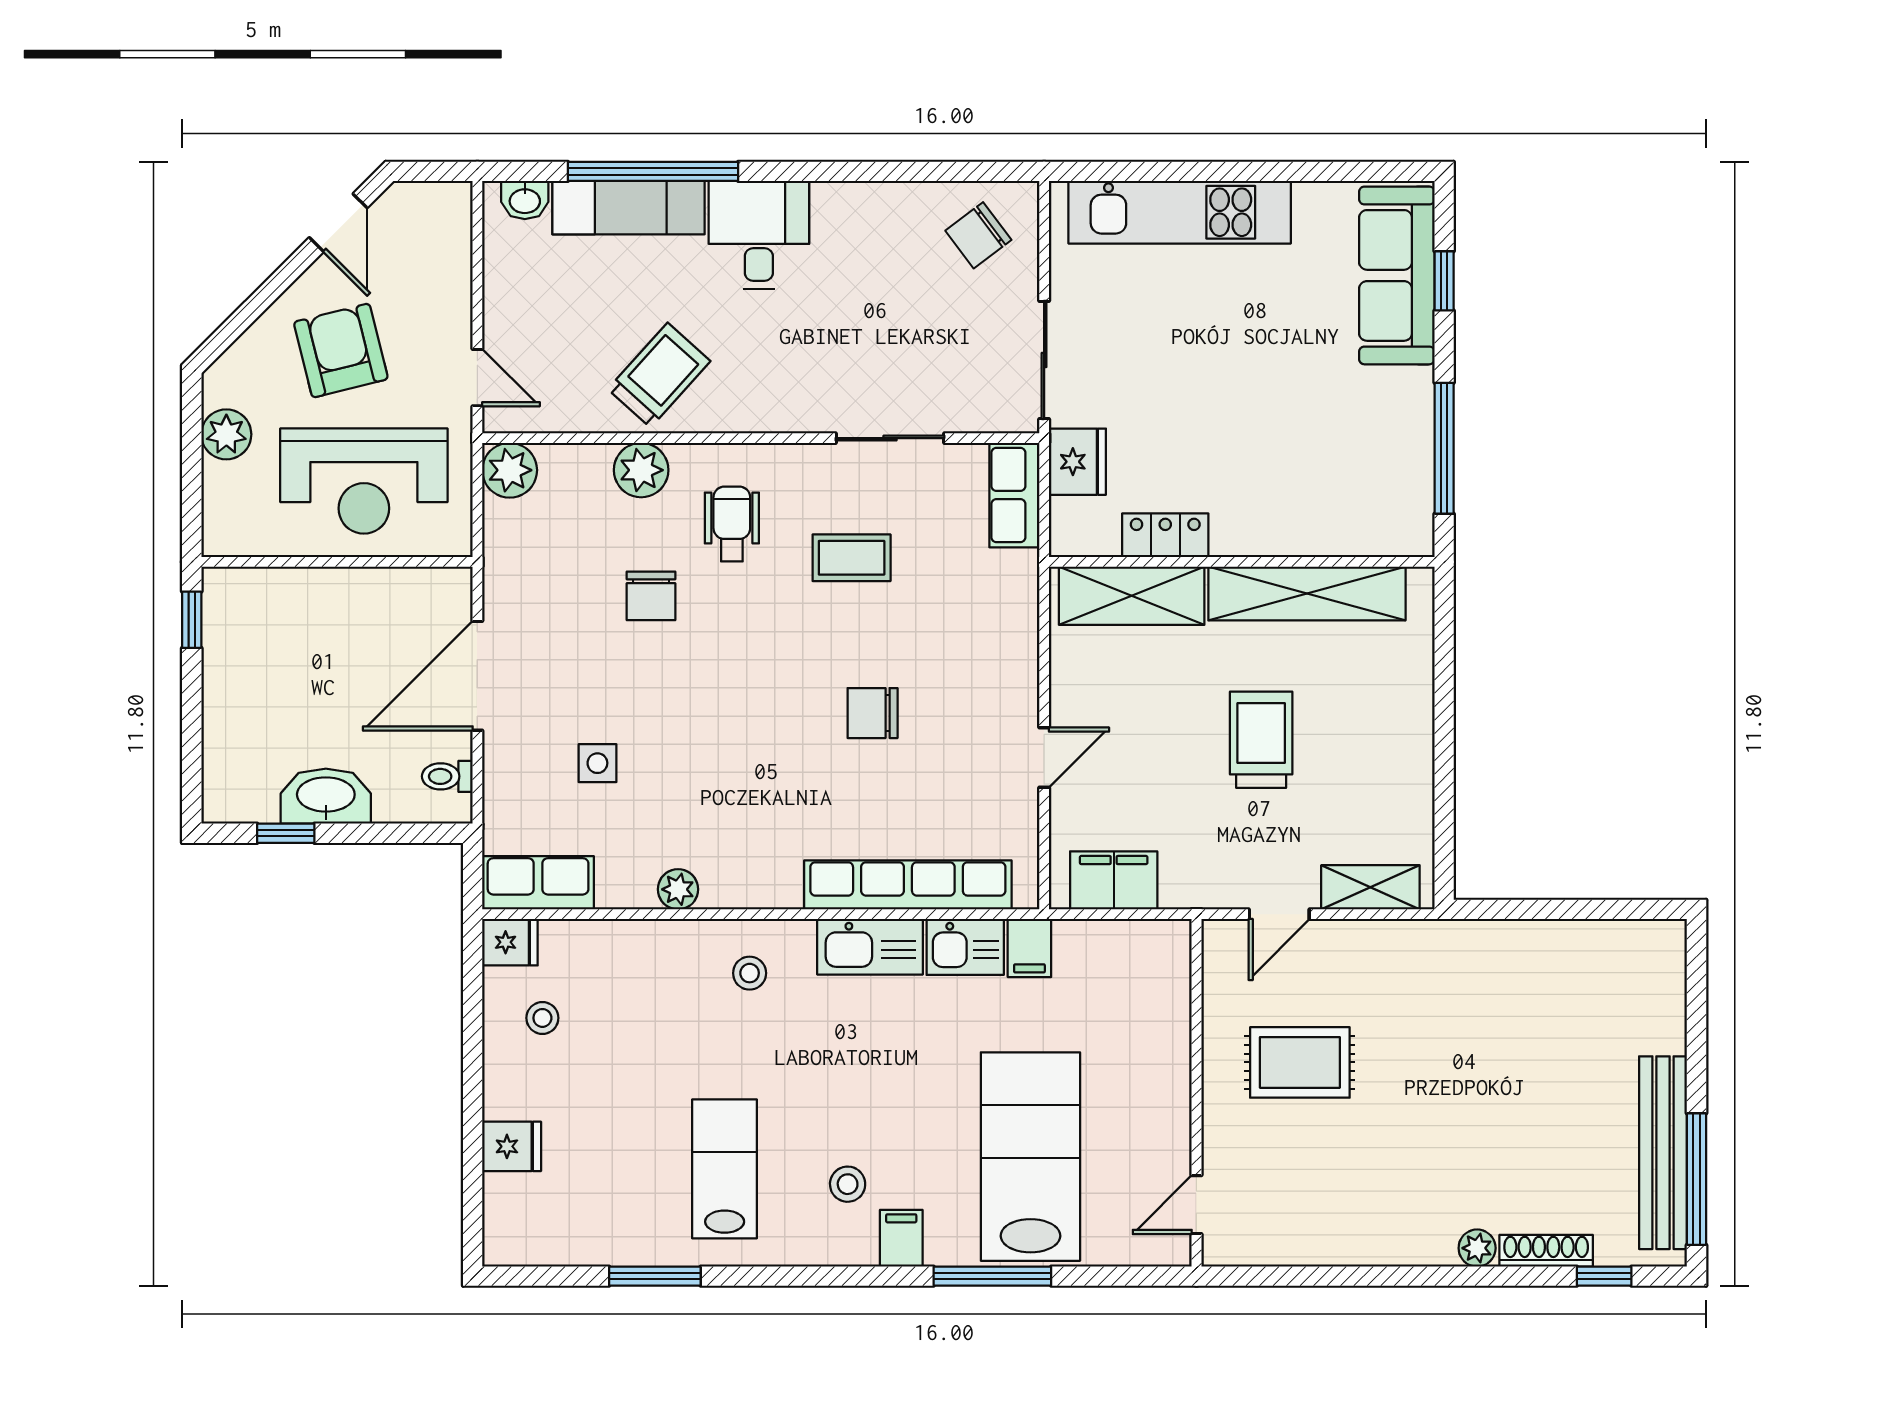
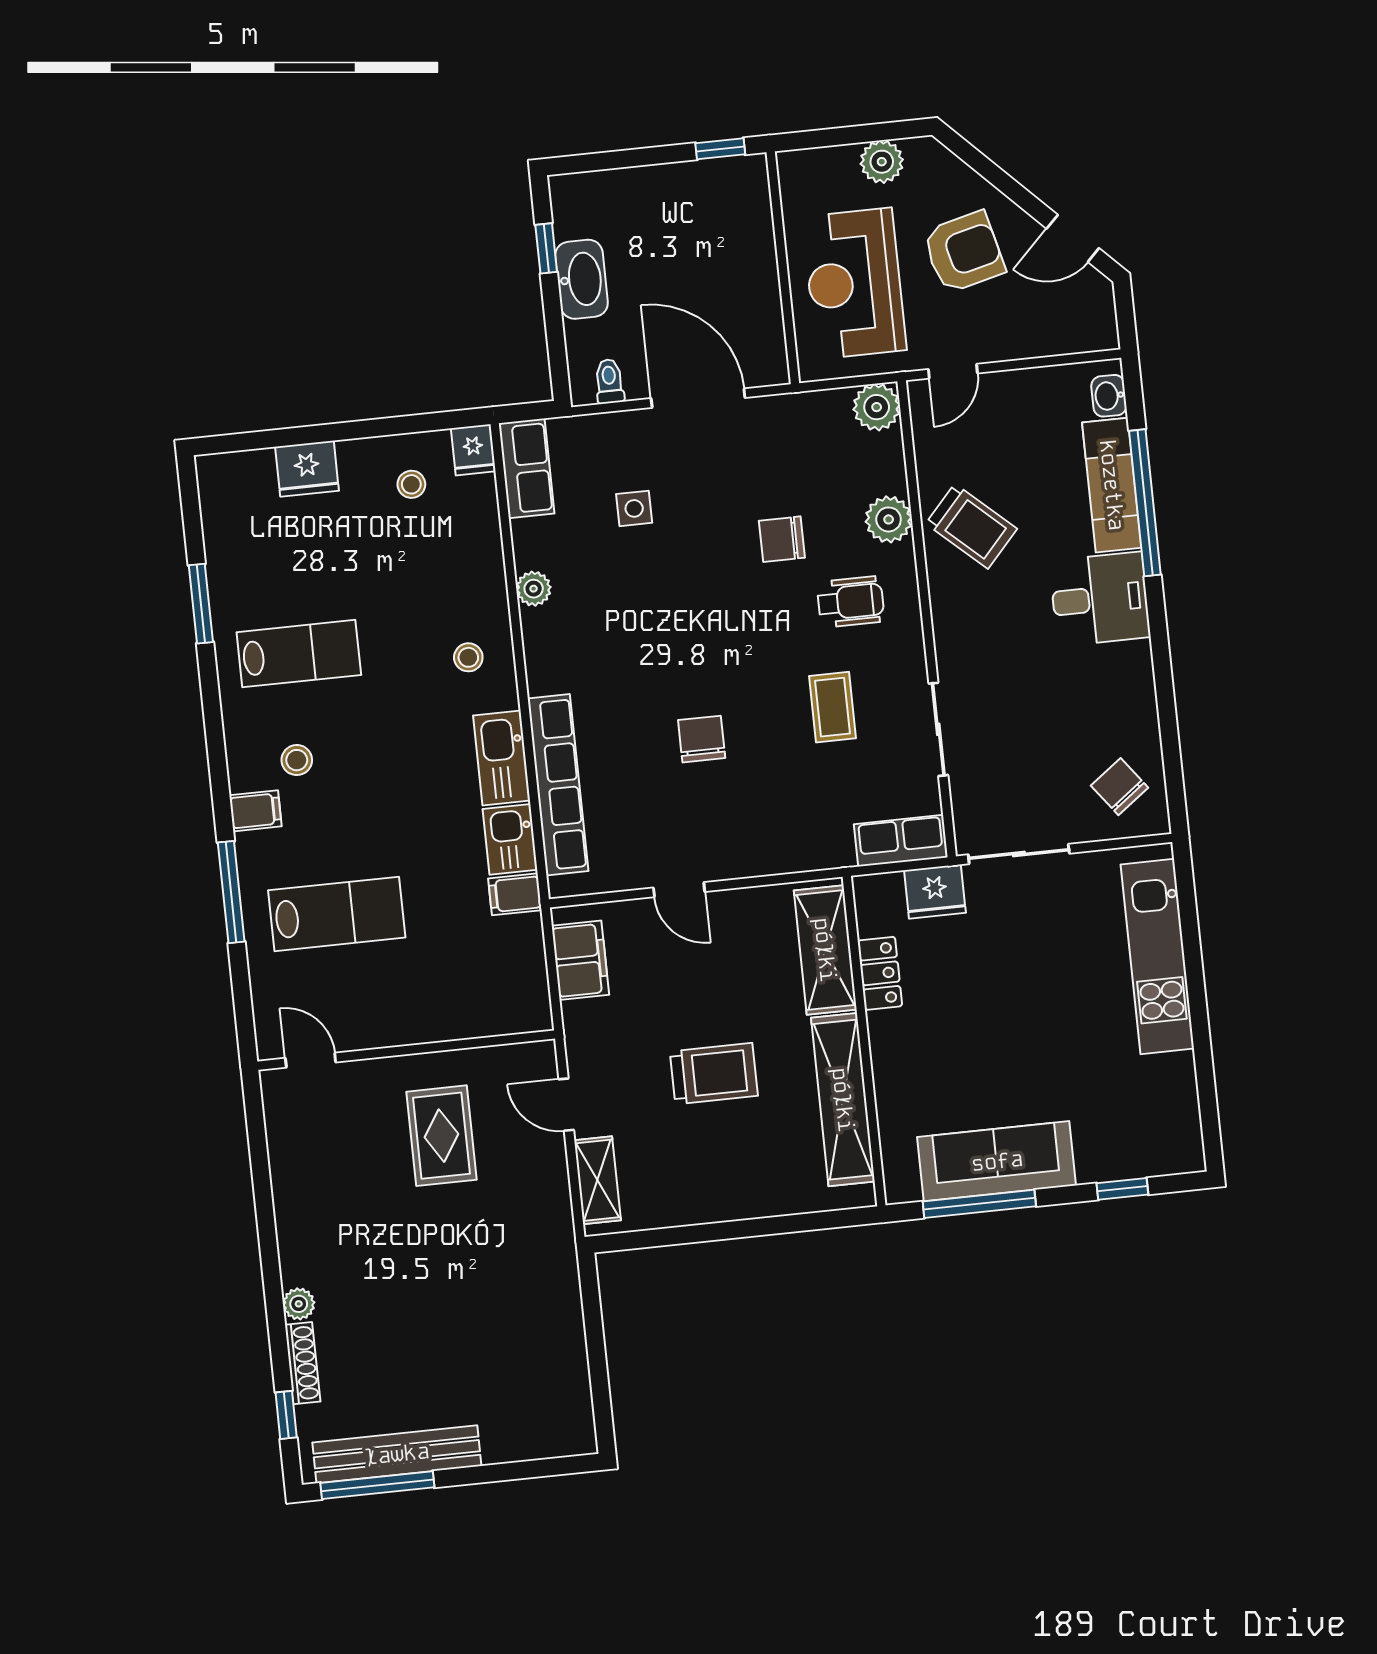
sofa: (1397, 275) -> (997, 1161), moved
fridge: (512, 1146) -> (307, 469), width x1.38
lab bench: (1030, 1157) -> (337, 914), width x0.73, depth x0.72

